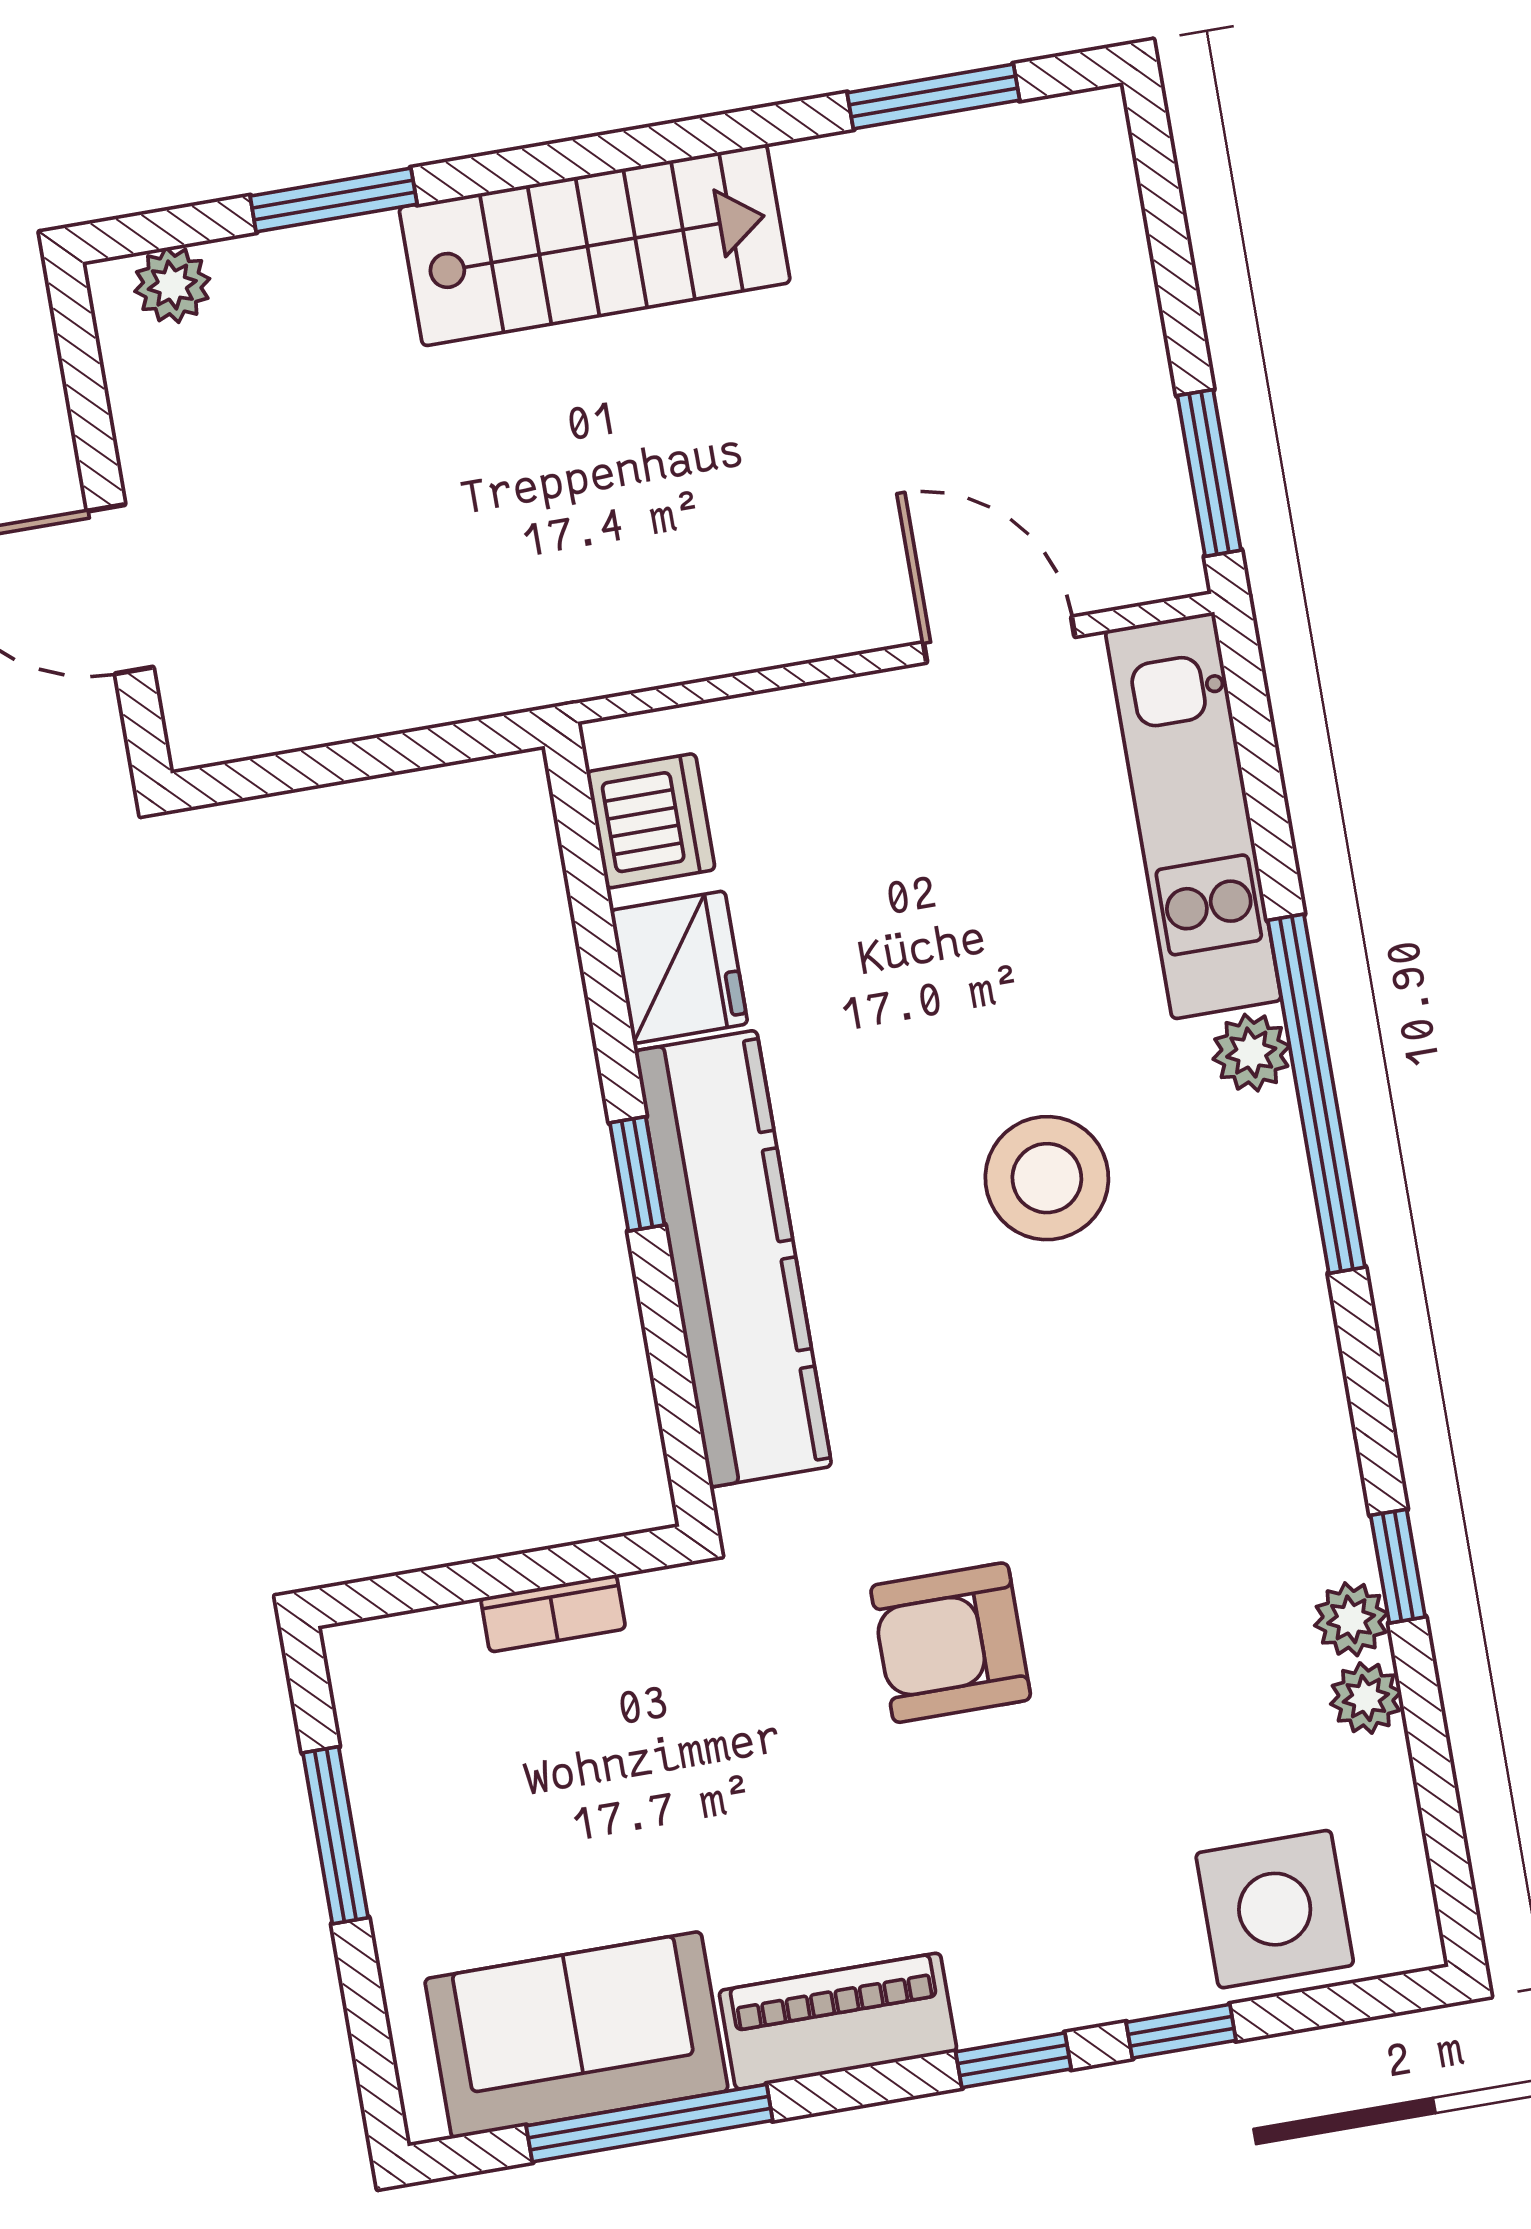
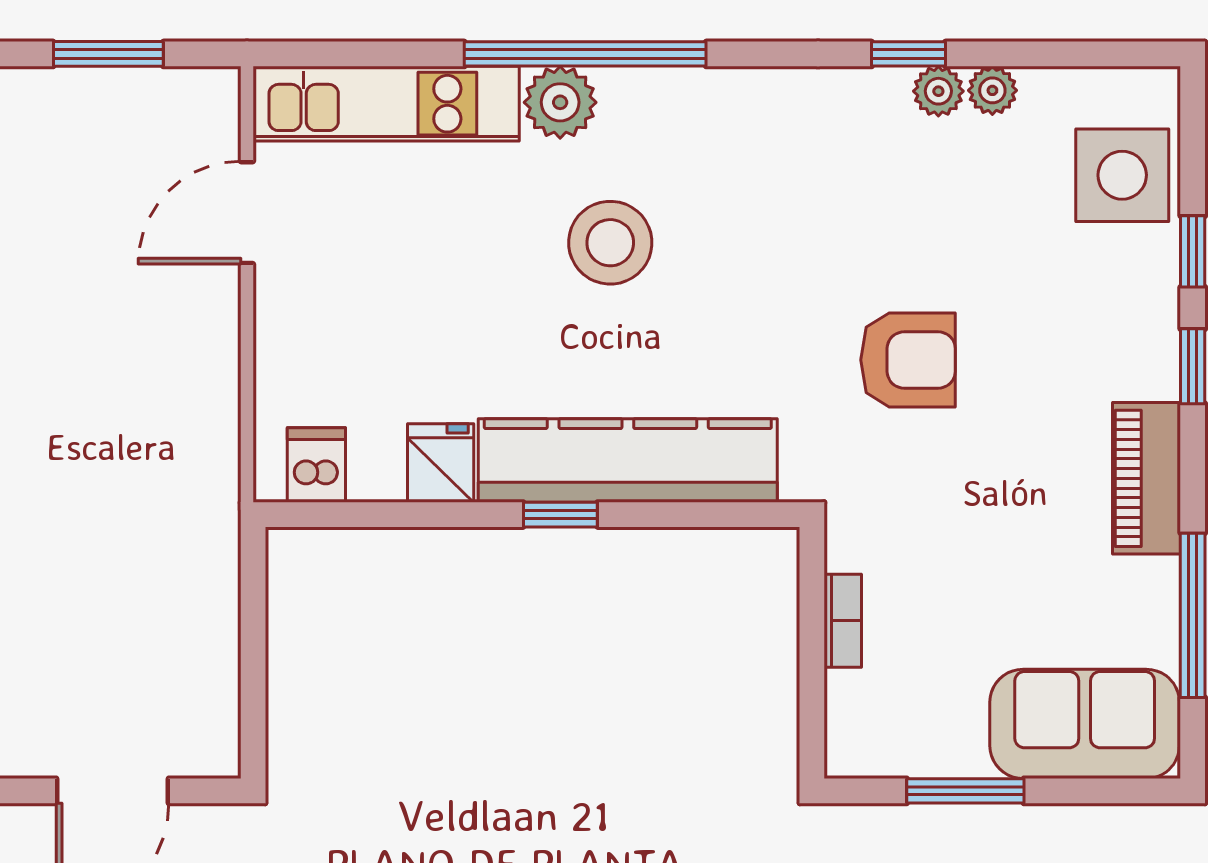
window: (1209, 473) -> (108, 54), moved
dishwasher: (651, 821) -> (316, 465), width x0.73
fridge: (679, 967) -> (441, 463), width x0.72
plant: (1251, 1053) -> (560, 102), width x1.38, depth x1.38
armchair: (951, 1643) -> (908, 360), turned -90
sofa: (576, 2035) -> (1085, 724), moved, turned 90

